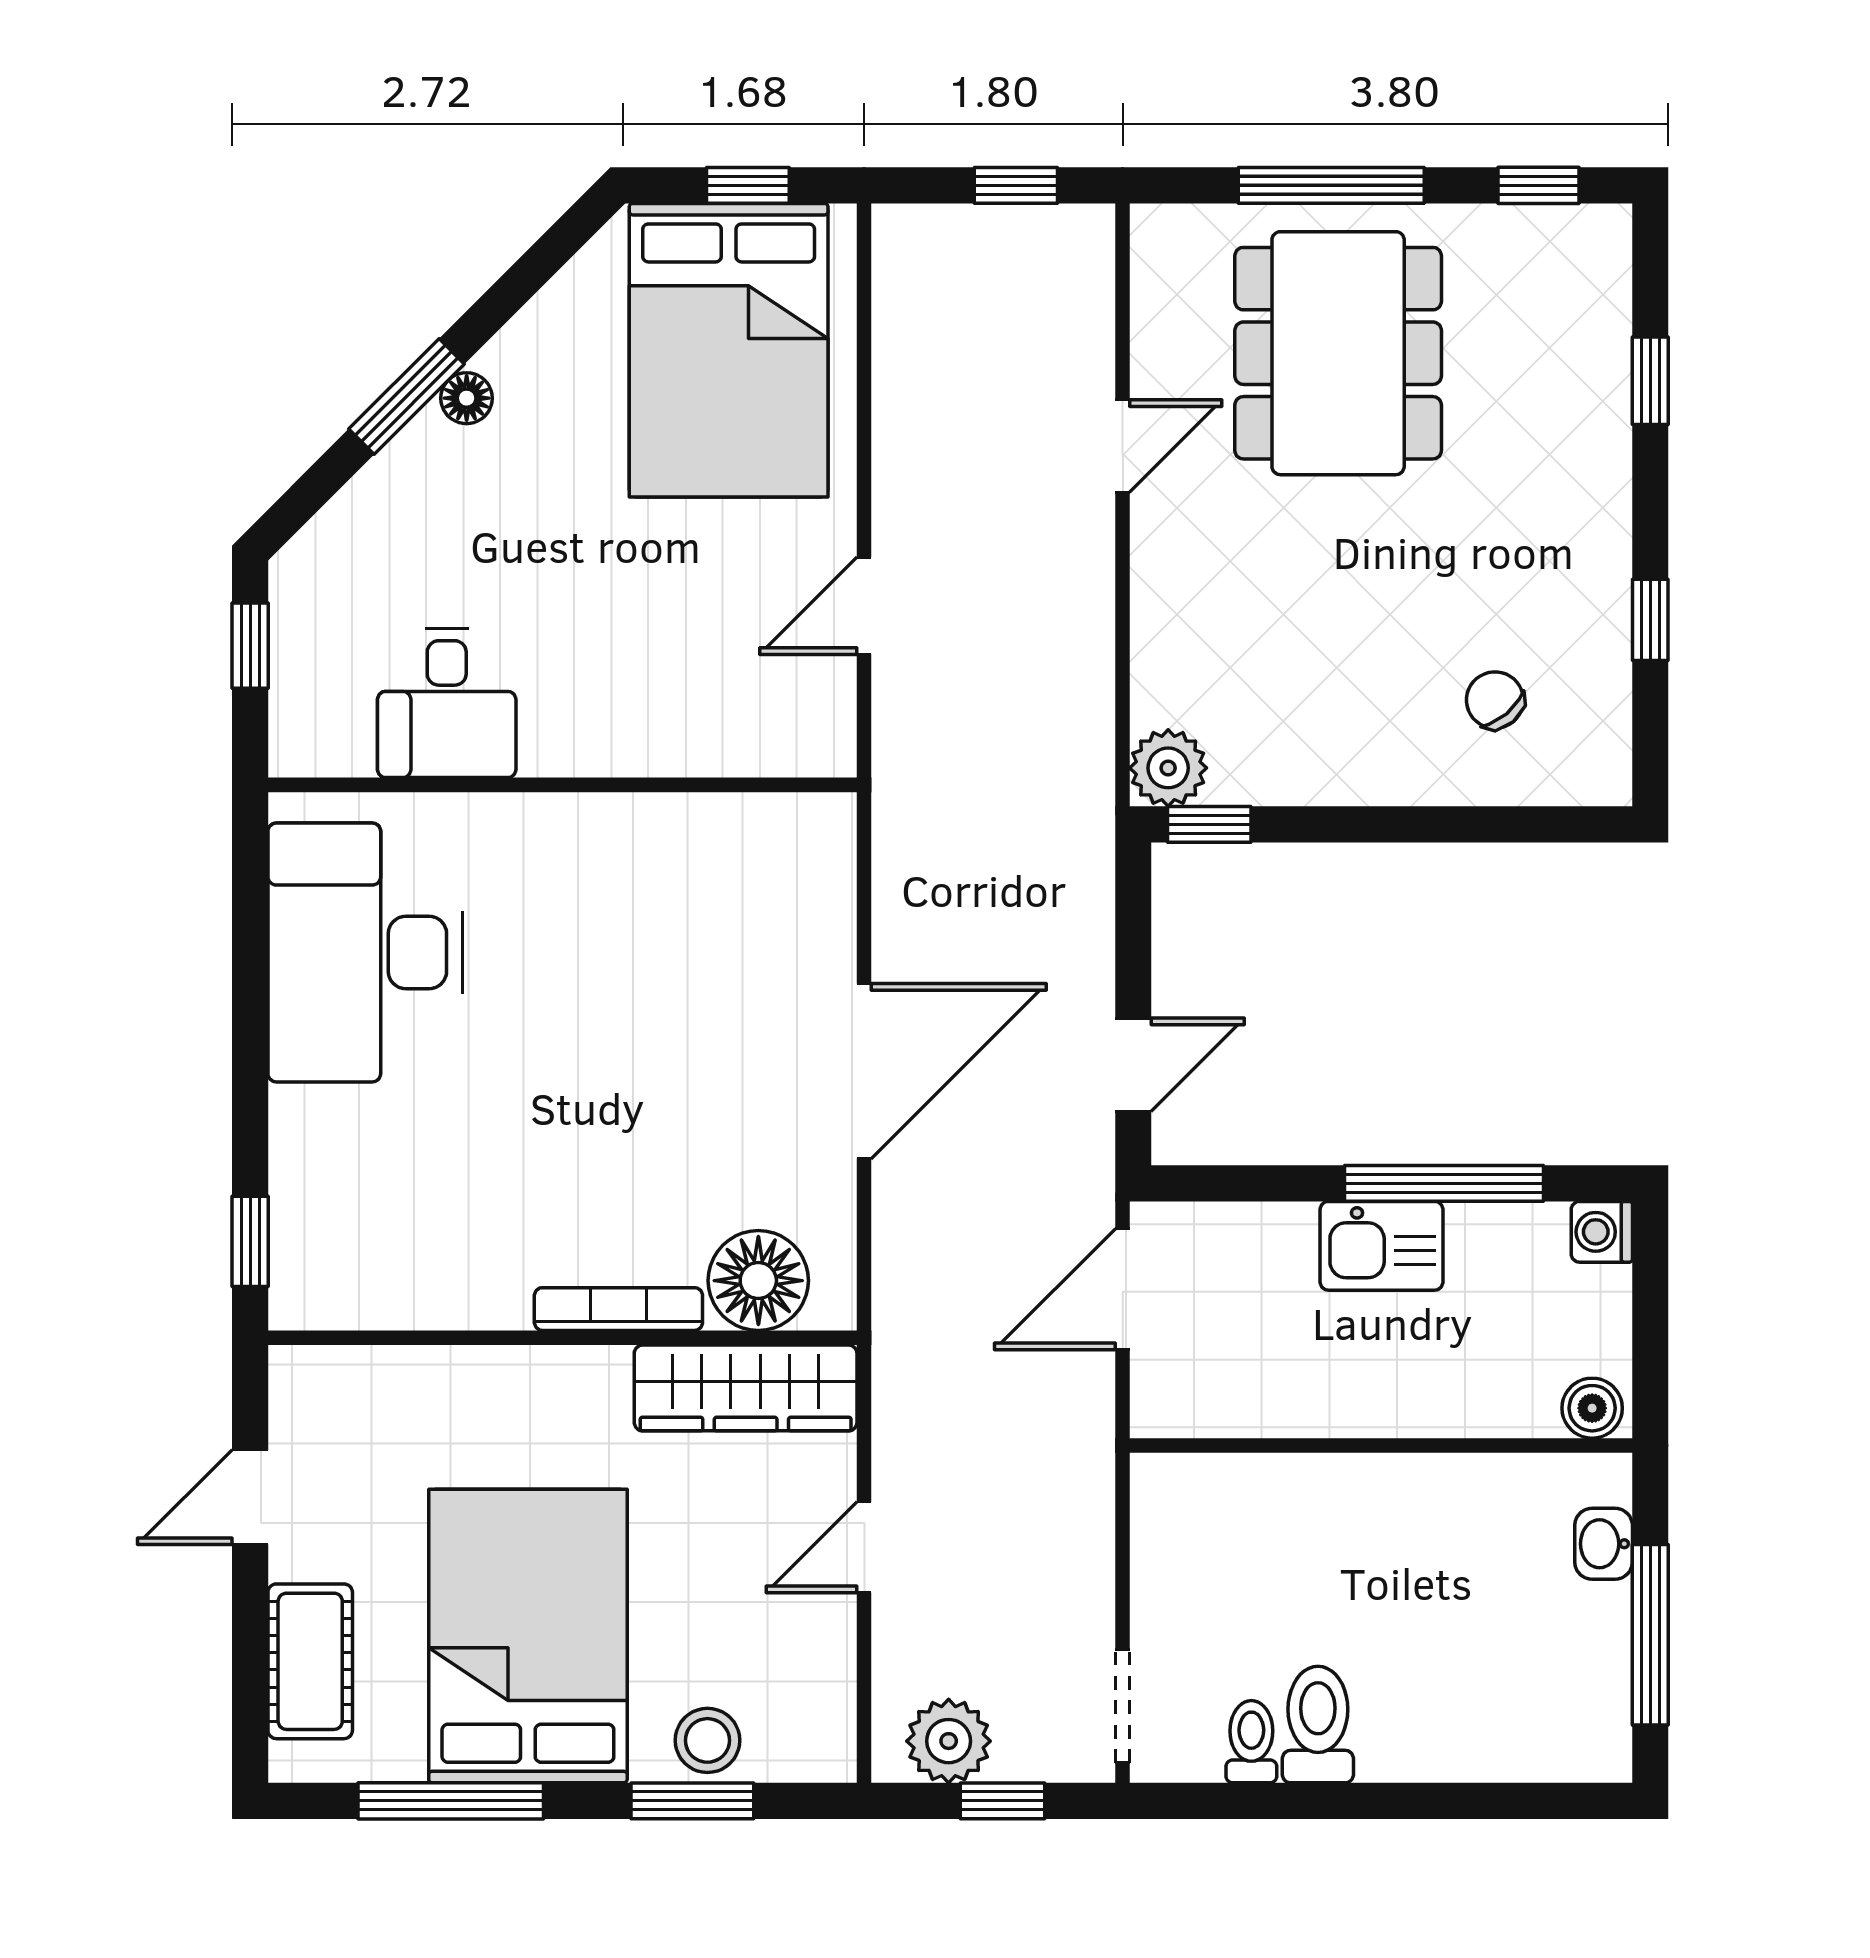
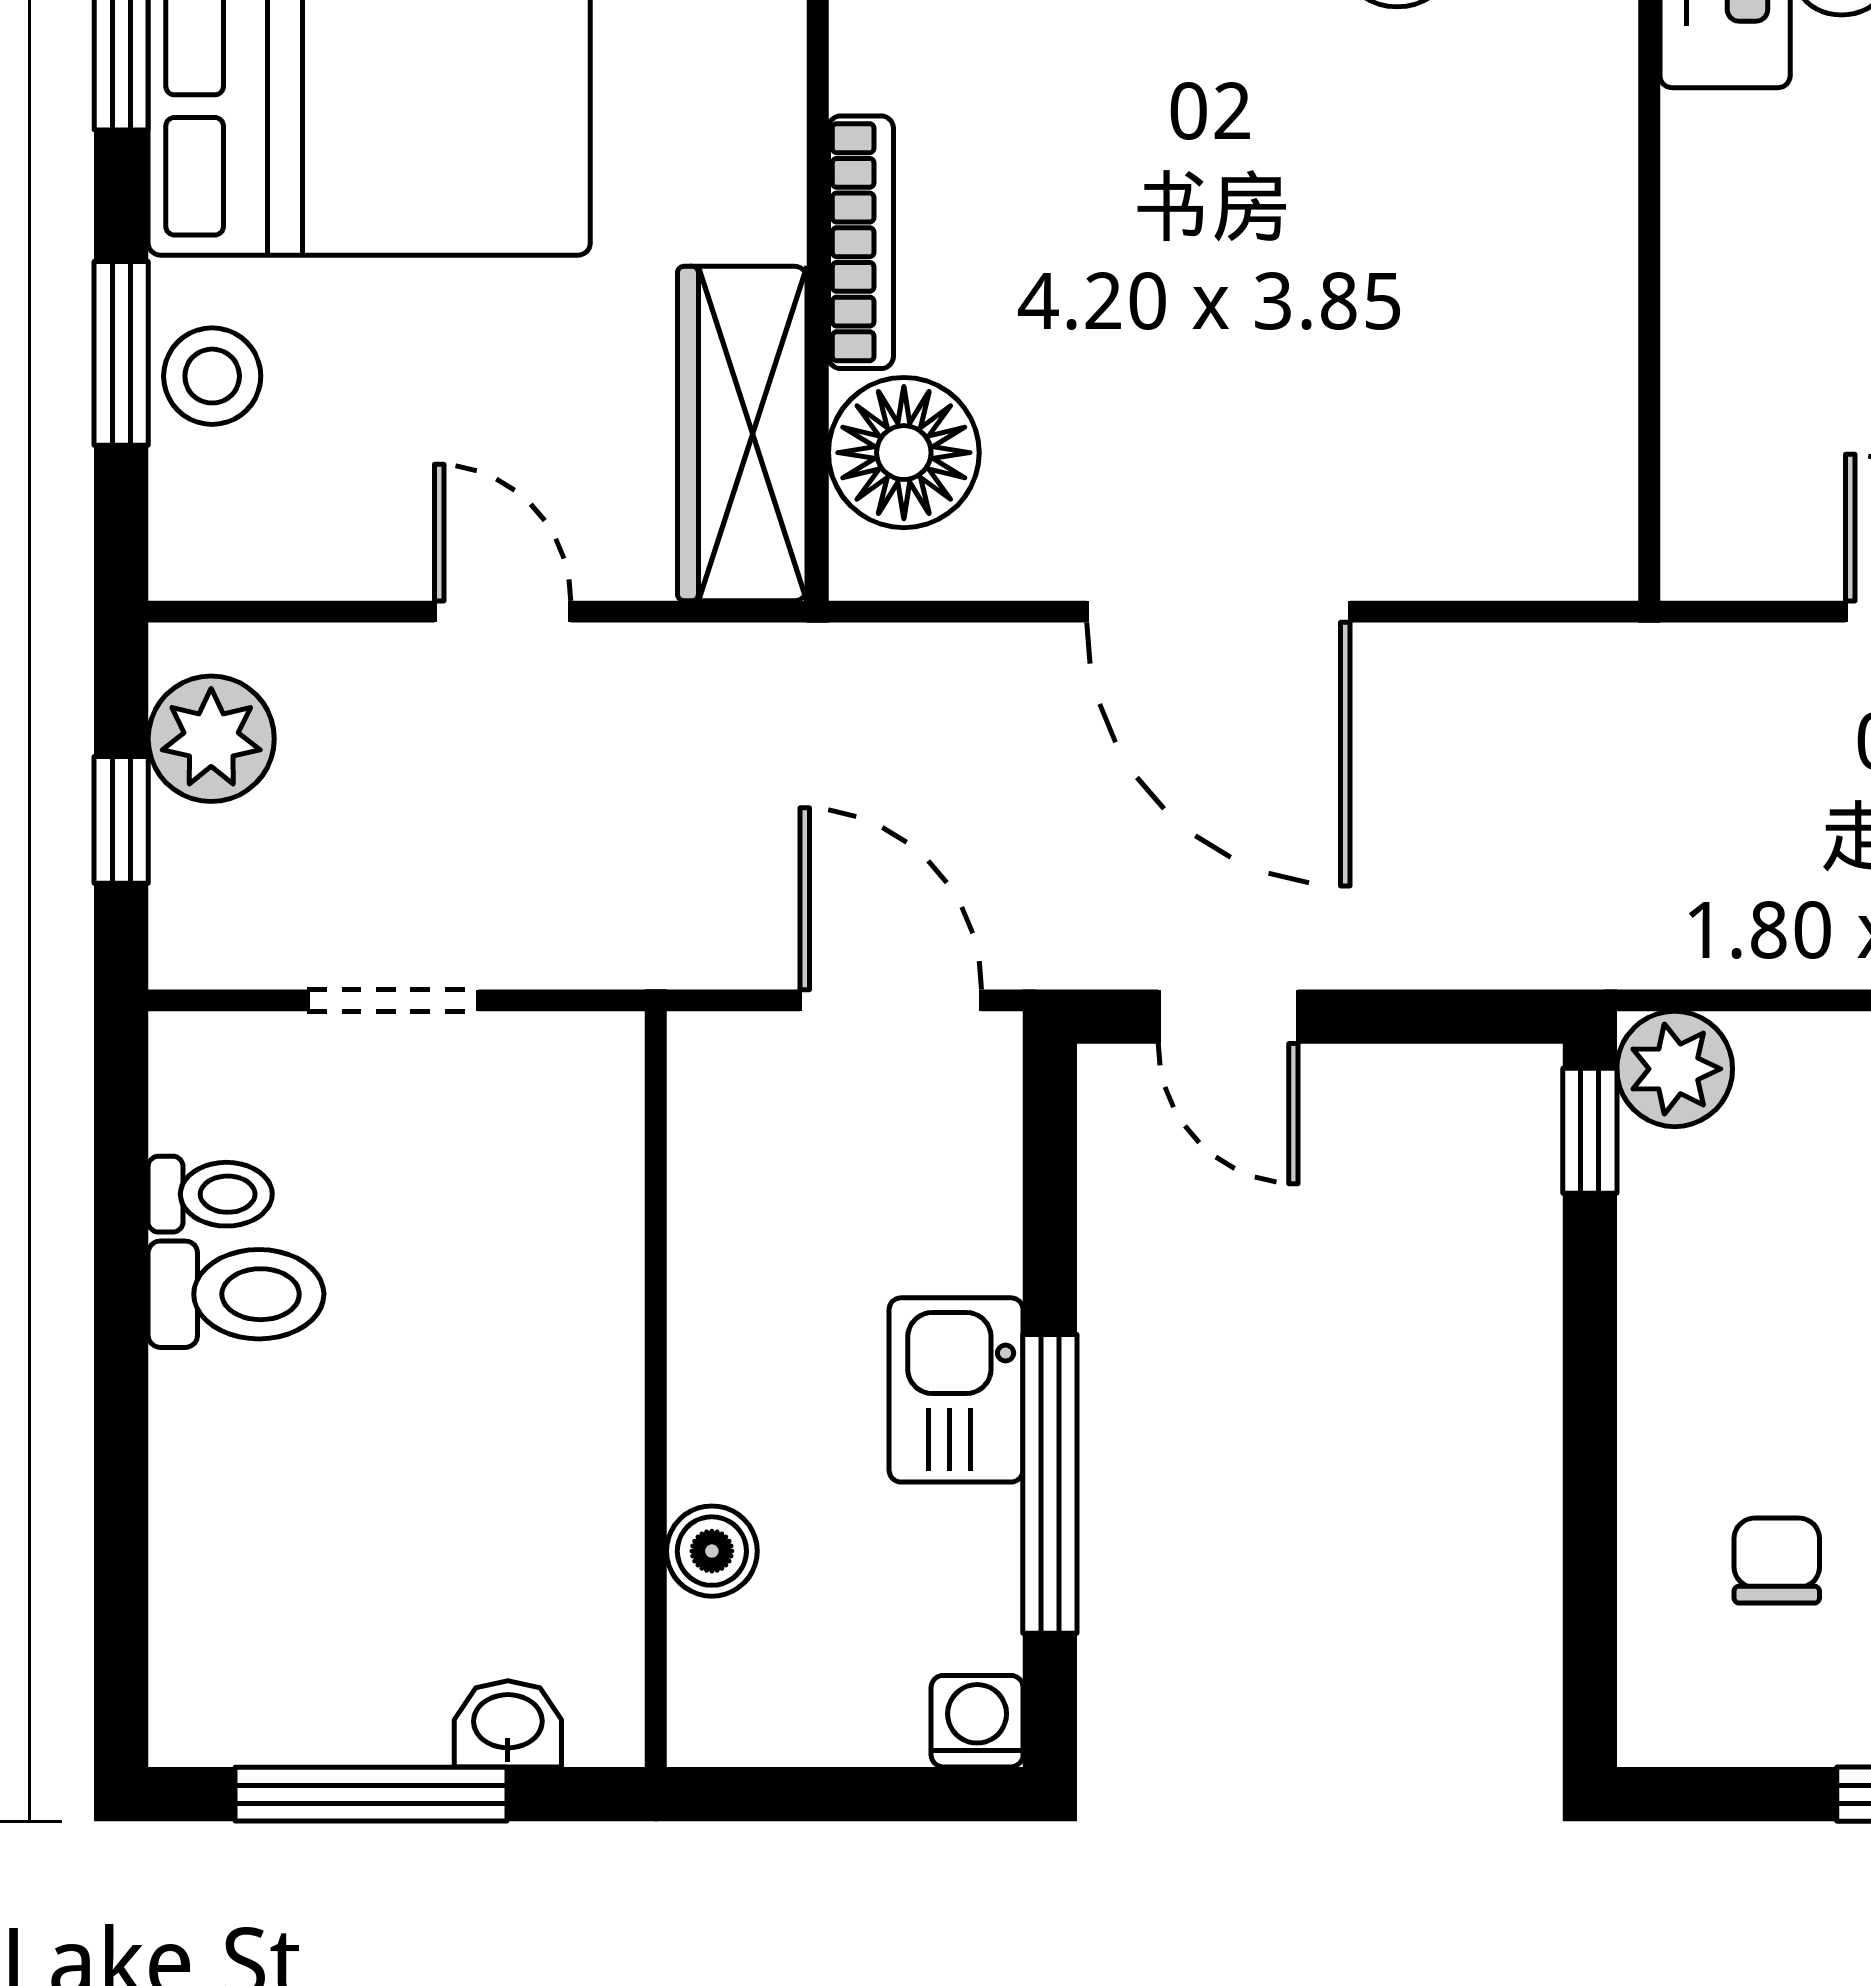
chair: (1495, 700) -> (1777, 1560), turned -50
boiler: (1592, 1408) -> (712, 1551), moved
doorway: (1123, 1706) -> (393, 1000), moved

